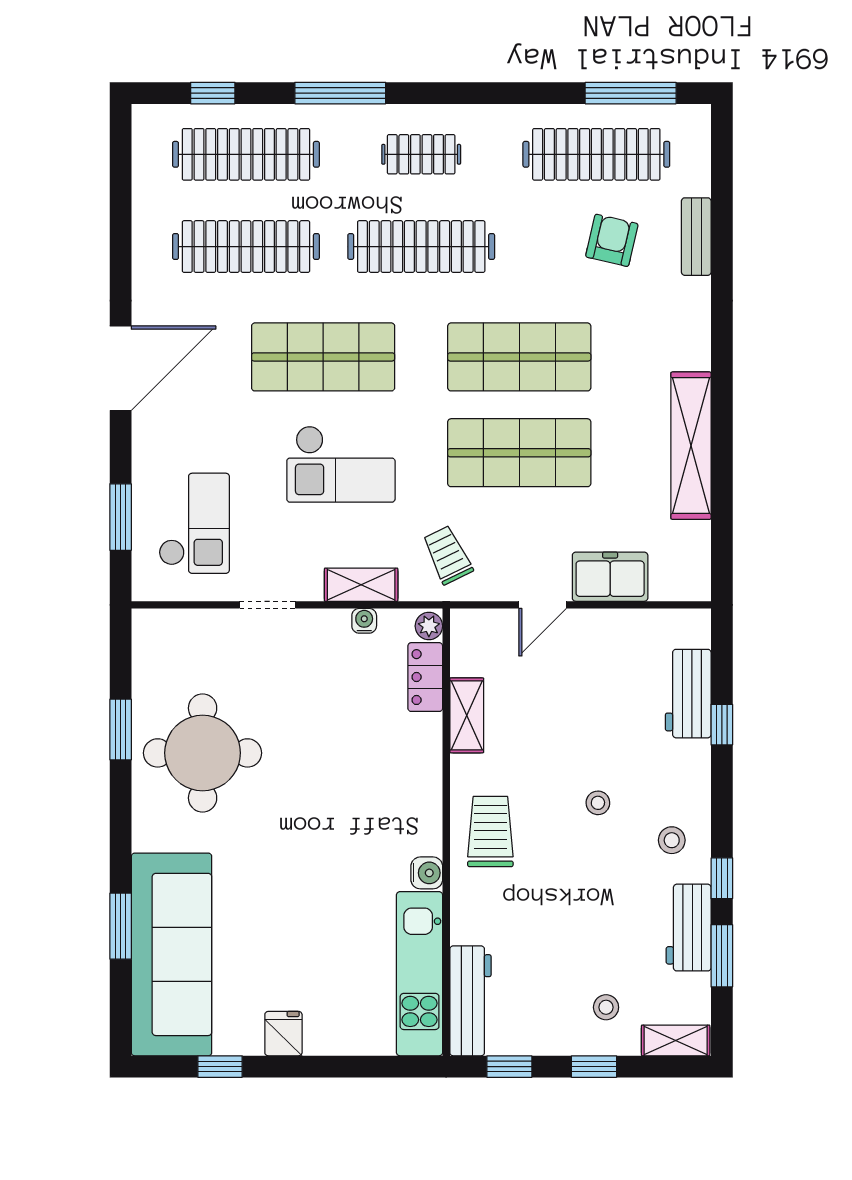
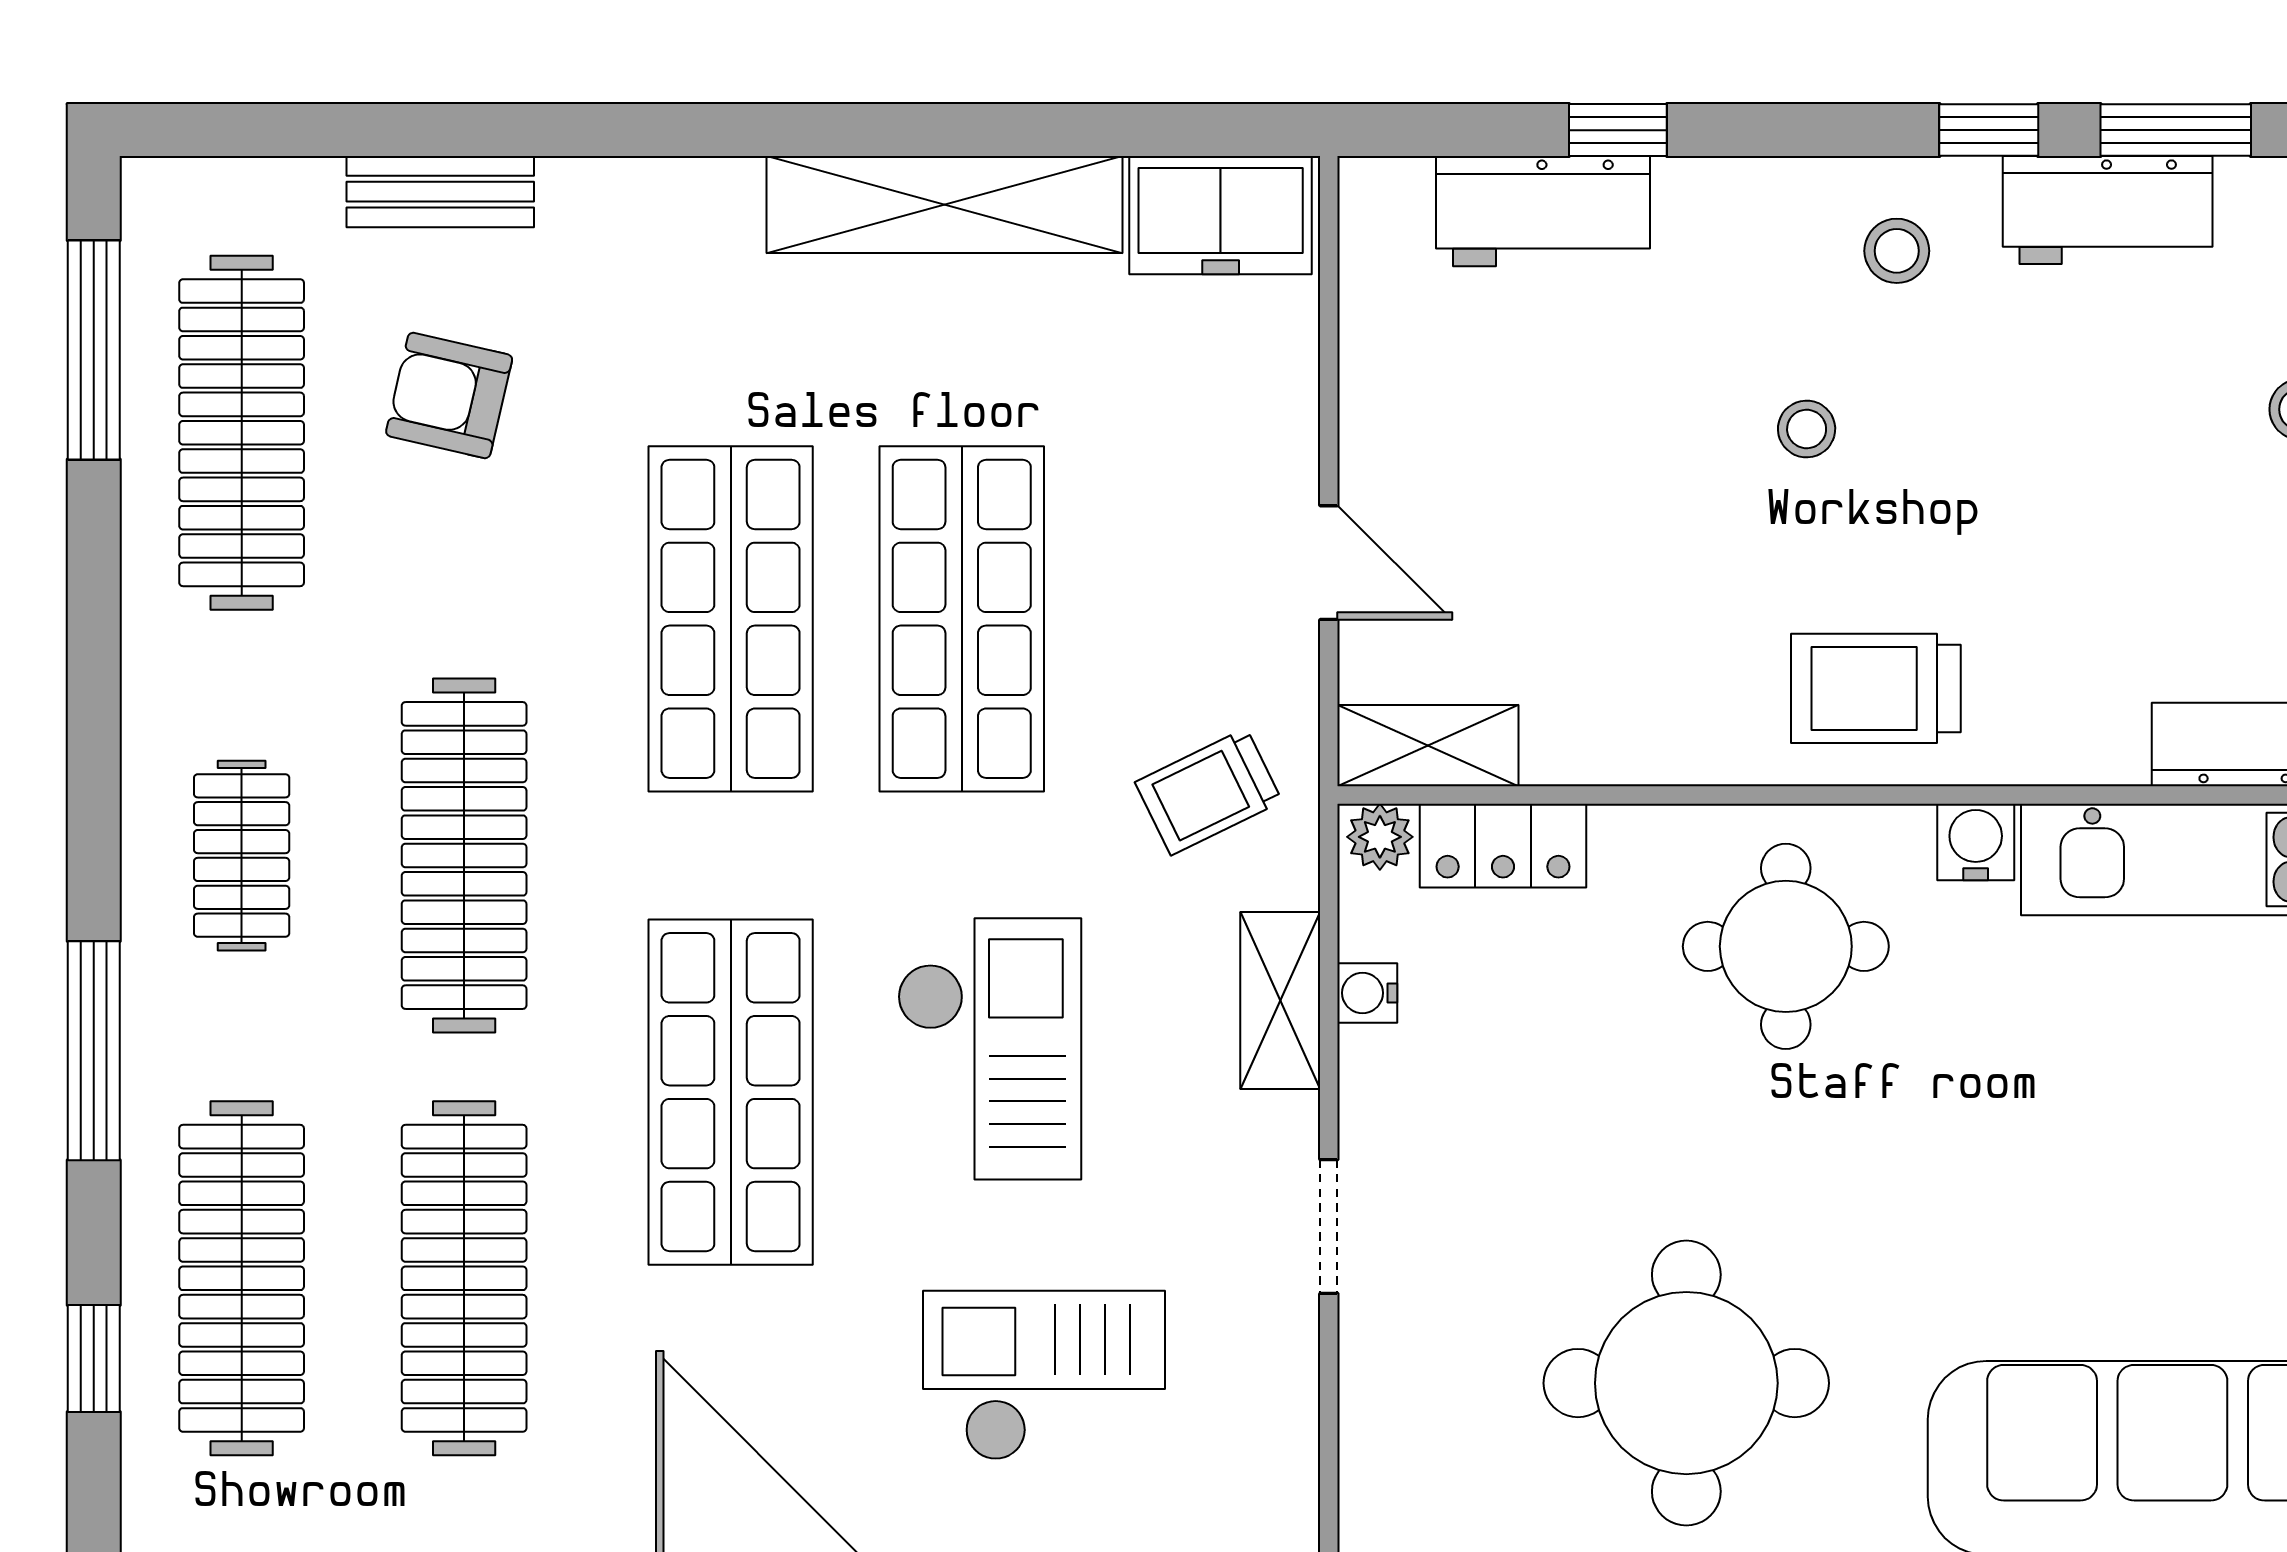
checkout: (194, 523) -> (1044, 1375), moved
freezer: (610, 577) -> (1221, 215), moved, turned -90
shelving: (467, 715) -> (1428, 746), moved
round table: (383, 794) -> (1786, 946), added

